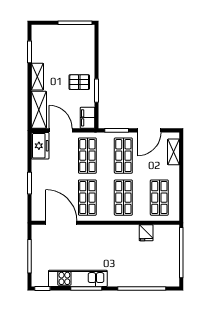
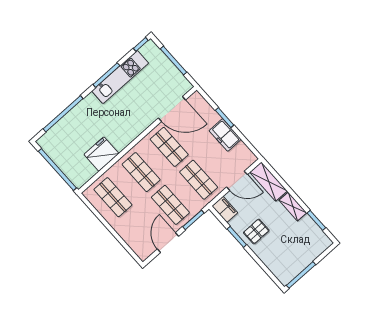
freezer: (40, 146) -> (225, 135), moved
shelving: (174, 152) -> (134, 243), removed
fridge: (146, 233) -> (101, 154), width x1.88, depth x1.34

